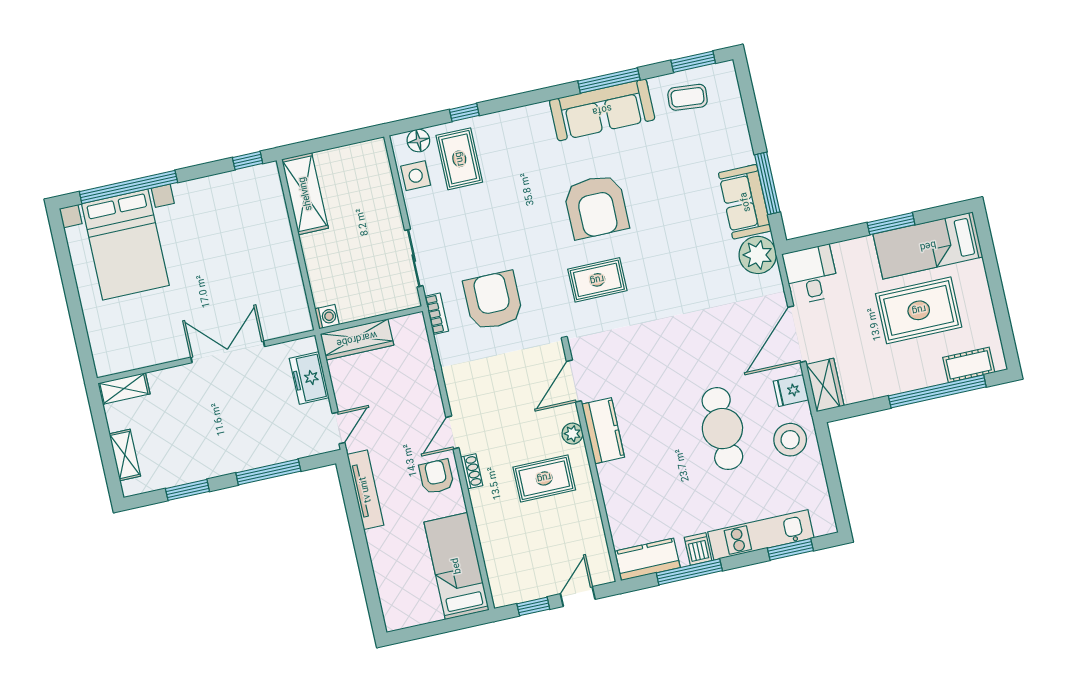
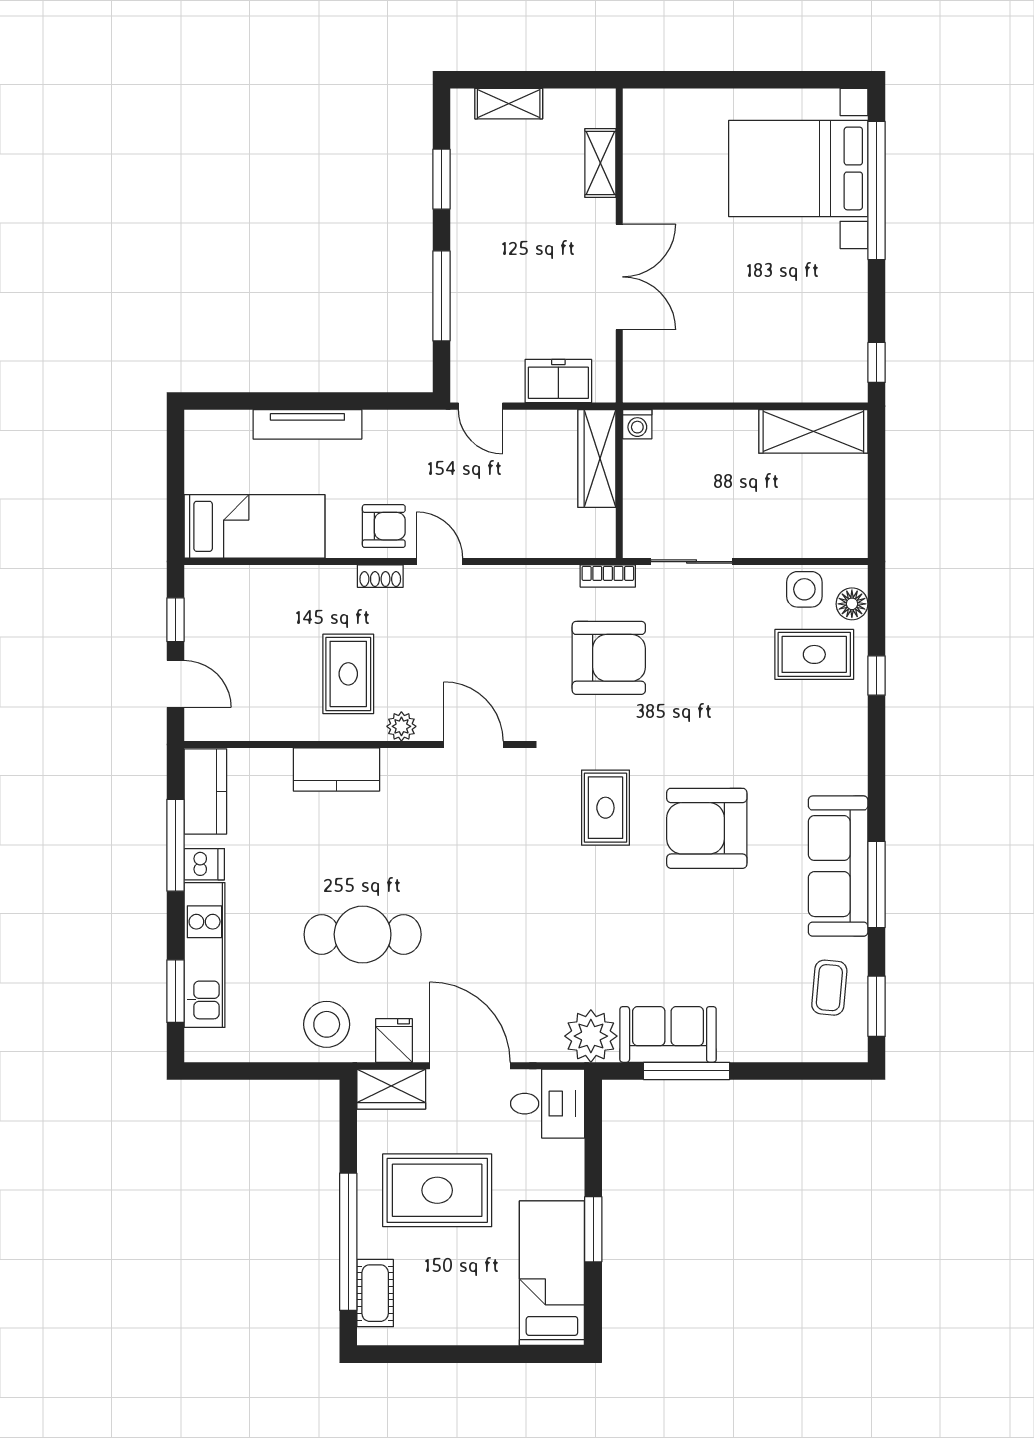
rug: (919, 310) -> (437, 1190), moved, turned 90
shelving: (124, 389) -> (600, 163), moved
kitchen counter: (603, 431) -> (336, 770), moved
tv unit: (365, 490) -> (307, 424), moved

